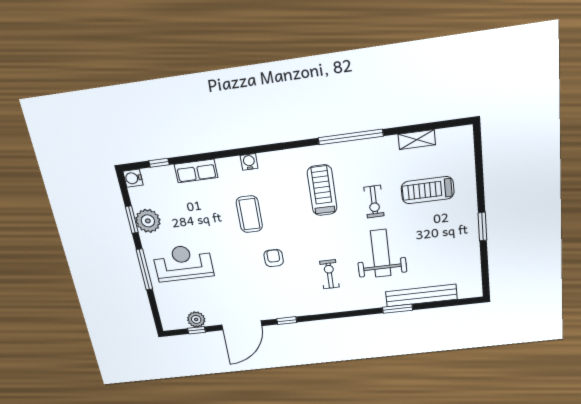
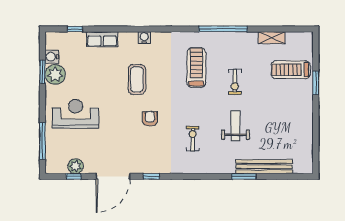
water cooler: (133, 178) -> (52, 57), moved
treadmill: (428, 190) -> (291, 70), moved
window: (482, 227) -> (316, 83), moved
weight bench: (381, 253) -> (235, 126), width x0.73, depth x0.75
window: (144, 269) -> (42, 141), moved

